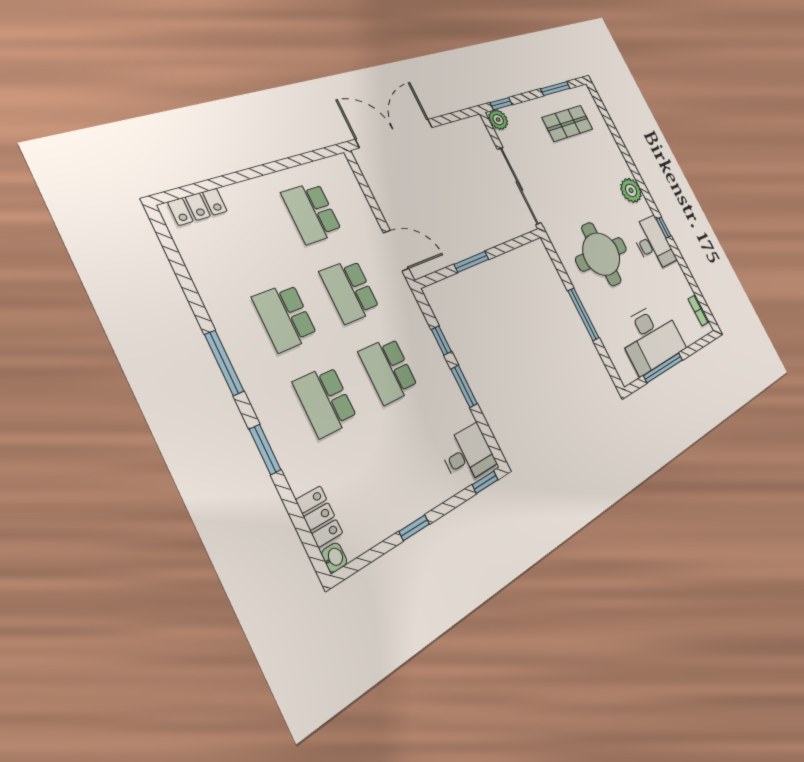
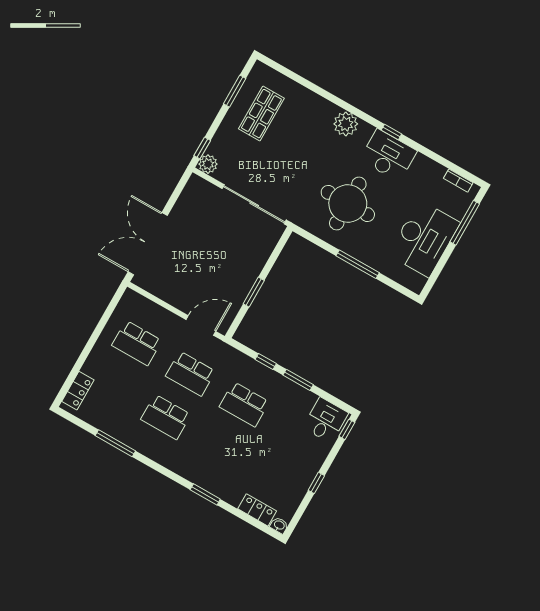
window: (224, 363) -> (115, 443), moved
window: (663, 368) -> (465, 223), moved
school desk: (325, 401) -> (220, 448), removed

